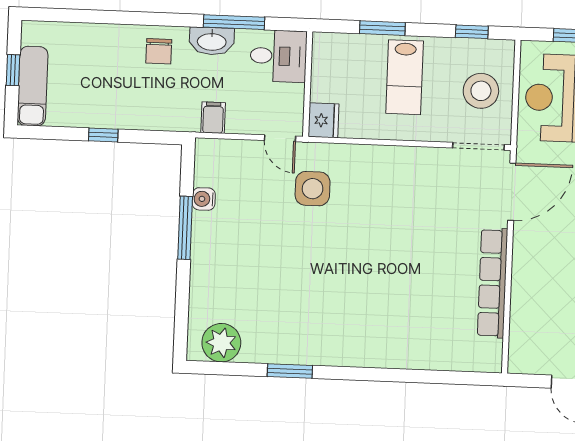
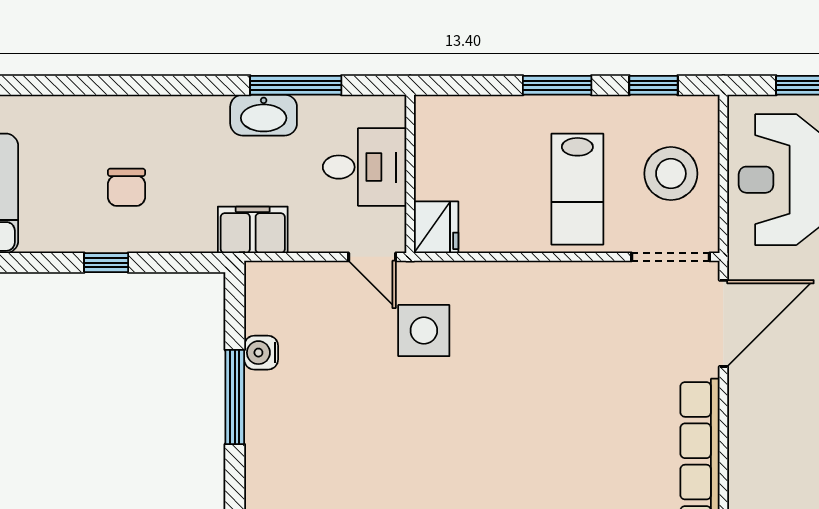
window: (382, 28) -> (557, 85), moved
chair: (159, 51) -> (126, 187), moved
desk: (278, 56) -> (365, 167), moved
lab bench: (405, 77) -> (577, 189), moved
filing cabinet: (213, 118) -> (253, 230), width x2.00

